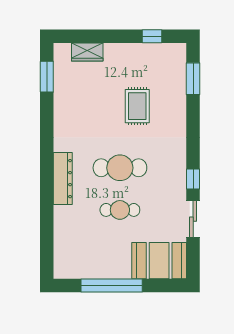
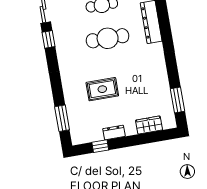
dresser: (132, 50) -> (114, 132), added
rug: (137, 106) -> (102, 89), turned 90

